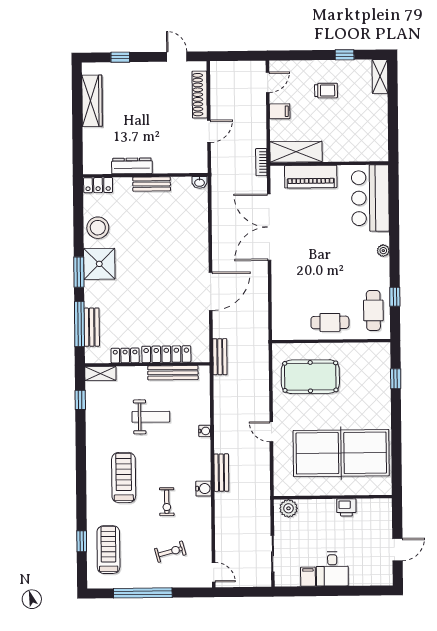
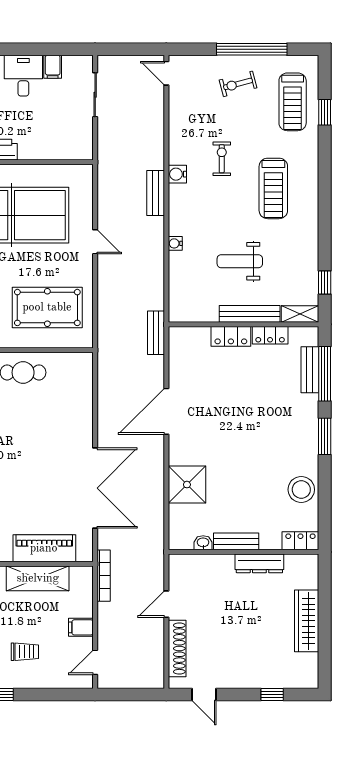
trolley: (326, 91) -> (25, 652), turned 180
wardrobe: (92, 101) -> (307, 621), moved
shelving: (296, 152) -> (38, 578), moved
bookcase: (261, 162) -> (104, 576), width x1.56
washbasin: (200, 182) -> (203, 543), moved
shower: (99, 264) -> (187, 485), moved
locker: (166, 354) -> (231, 336), width x0.66
bench: (173, 373) -> (250, 314), moved
plant: (289, 508) -> (75, 149), removed
exercise bike: (170, 552) -> (238, 84), moved

